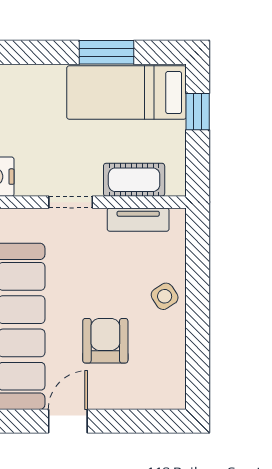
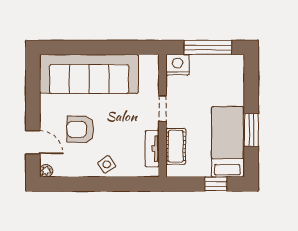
armchair: (105, 341) -> (80, 129), turned 180
plant: (175, 399) -> (46, 171), added
door: (68, 421) -> (33, 142), moved

